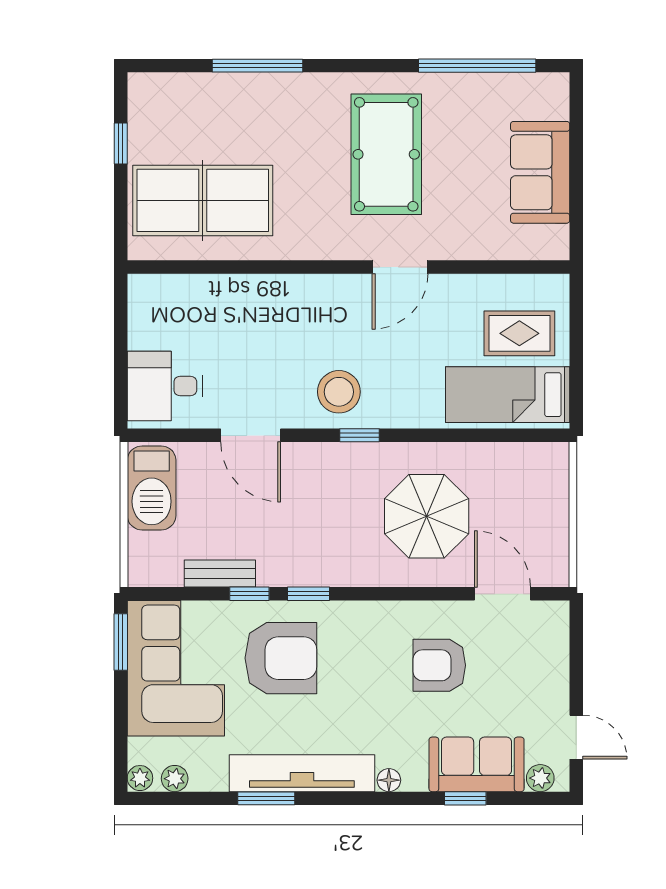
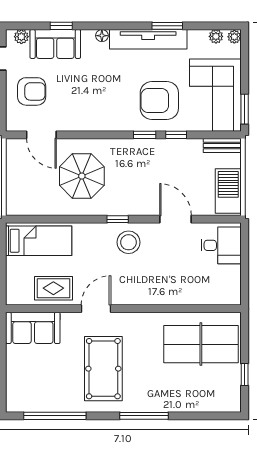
window: (258, 66) -> (144, 416), moved
sofa: (540, 172) -> (33, 328), moved, turned 90
rug: (519, 333) -> (53, 288), moved
bench: (220, 574) -> (222, 146), moved
armchair: (439, 665) -> (32, 91), moved

